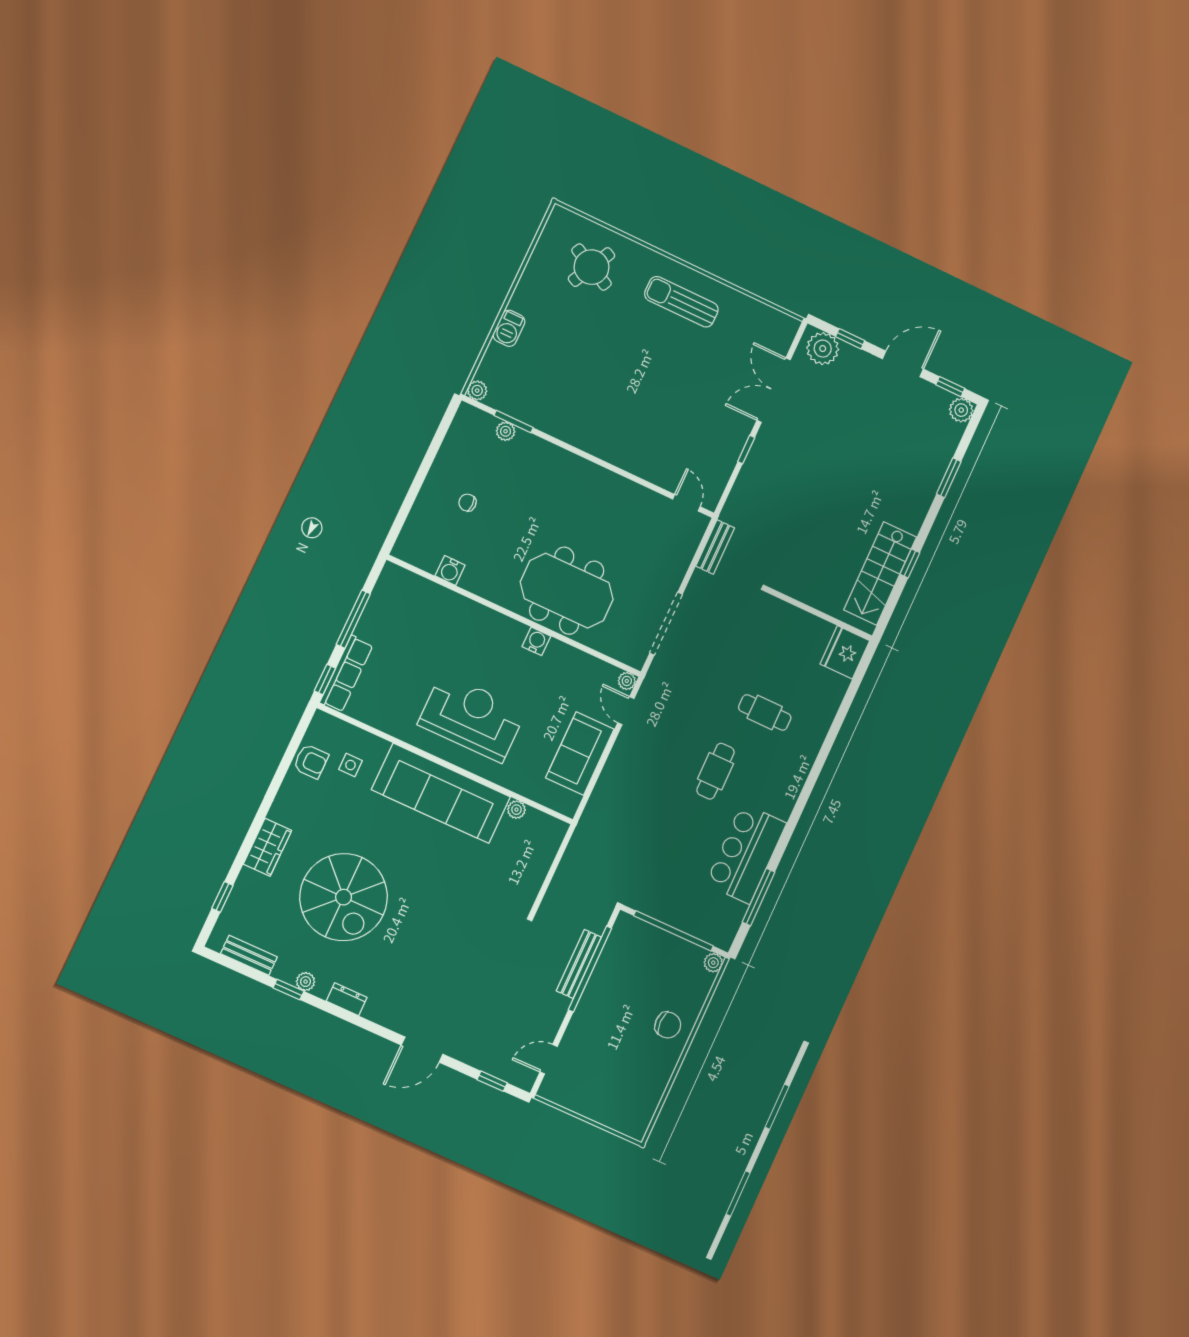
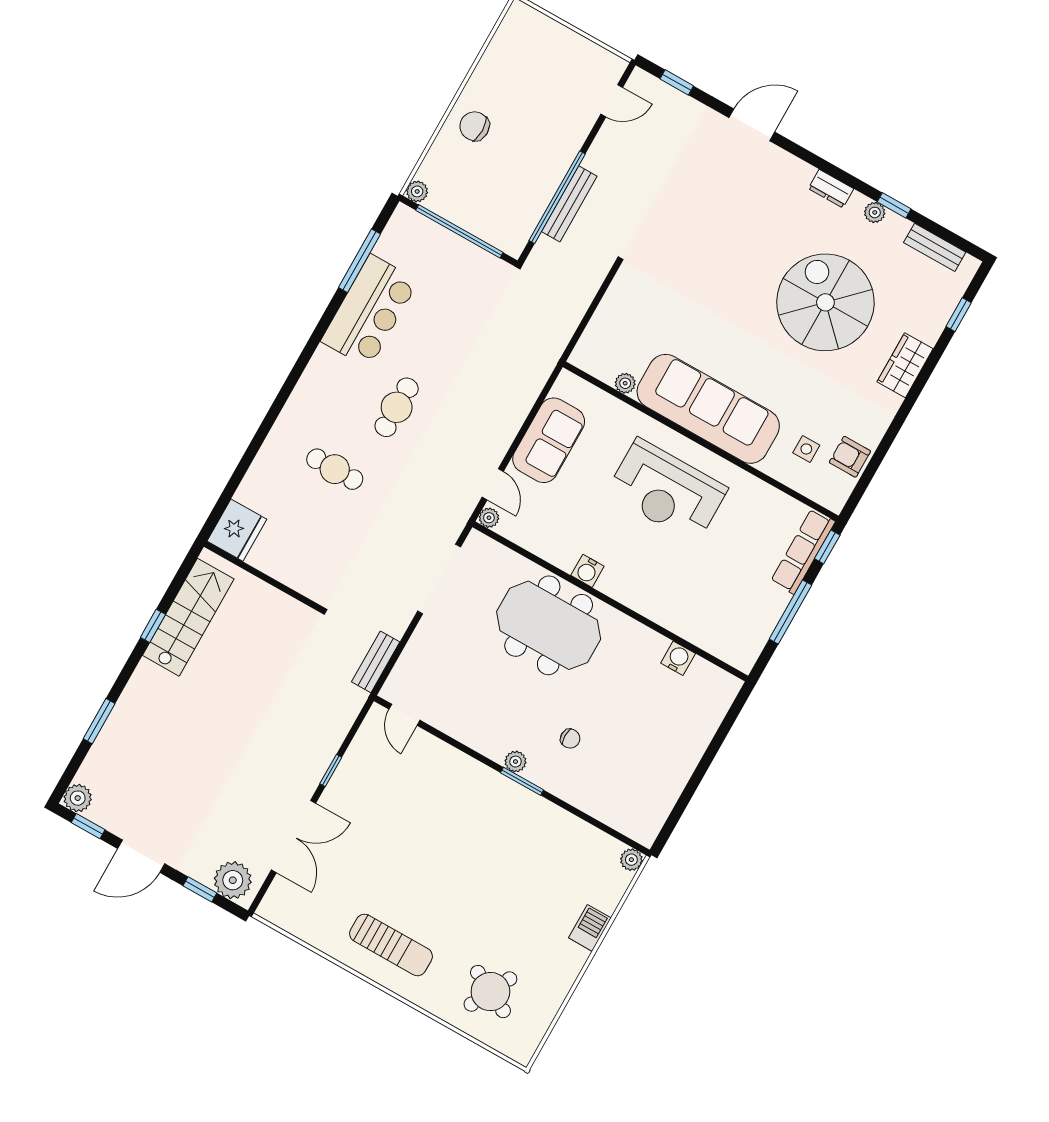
window: (514, 422) -> (522, 781), moved
plant: (506, 431) -> (515, 762), moved
chair: (467, 503) -> (570, 739), moved

